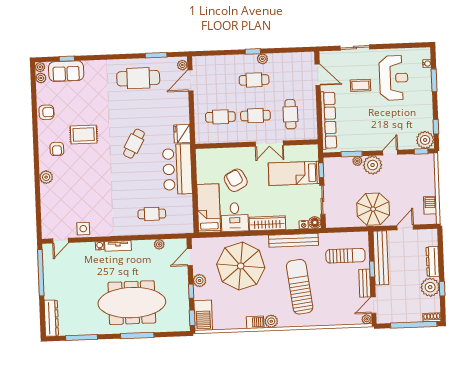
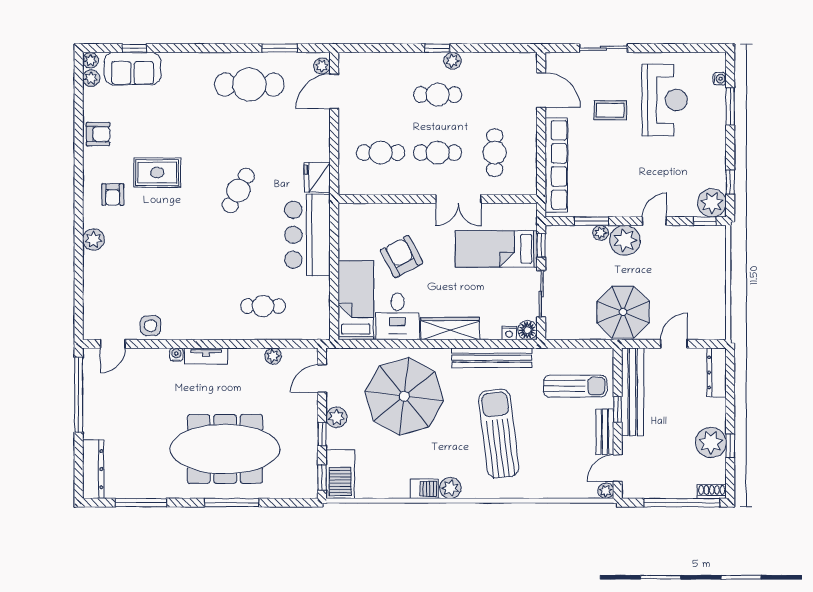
barbecue: (430, 205) -> (716, 309), removed
dresser: (433, 262) -> (717, 372), moved

